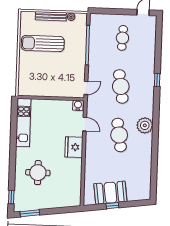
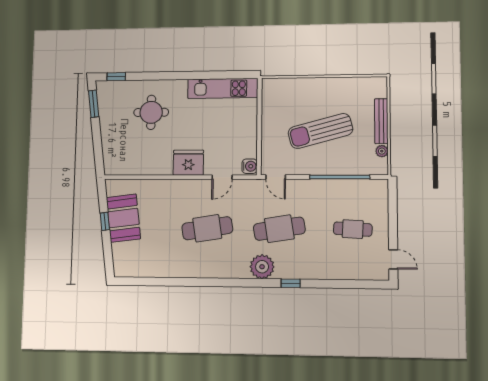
sun lounger: (43, 43) -> (320, 131), moved, turned -105
plant: (145, 125) -> (262, 267), moved

